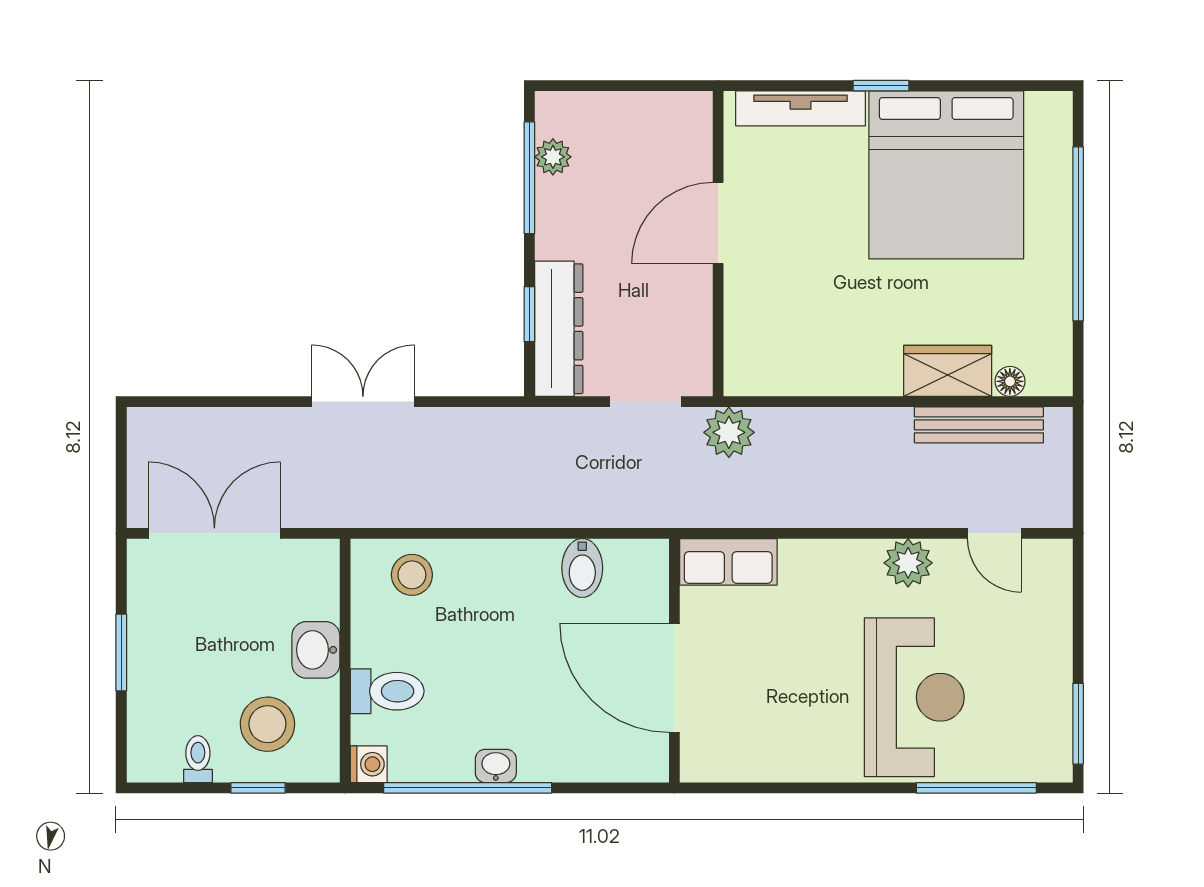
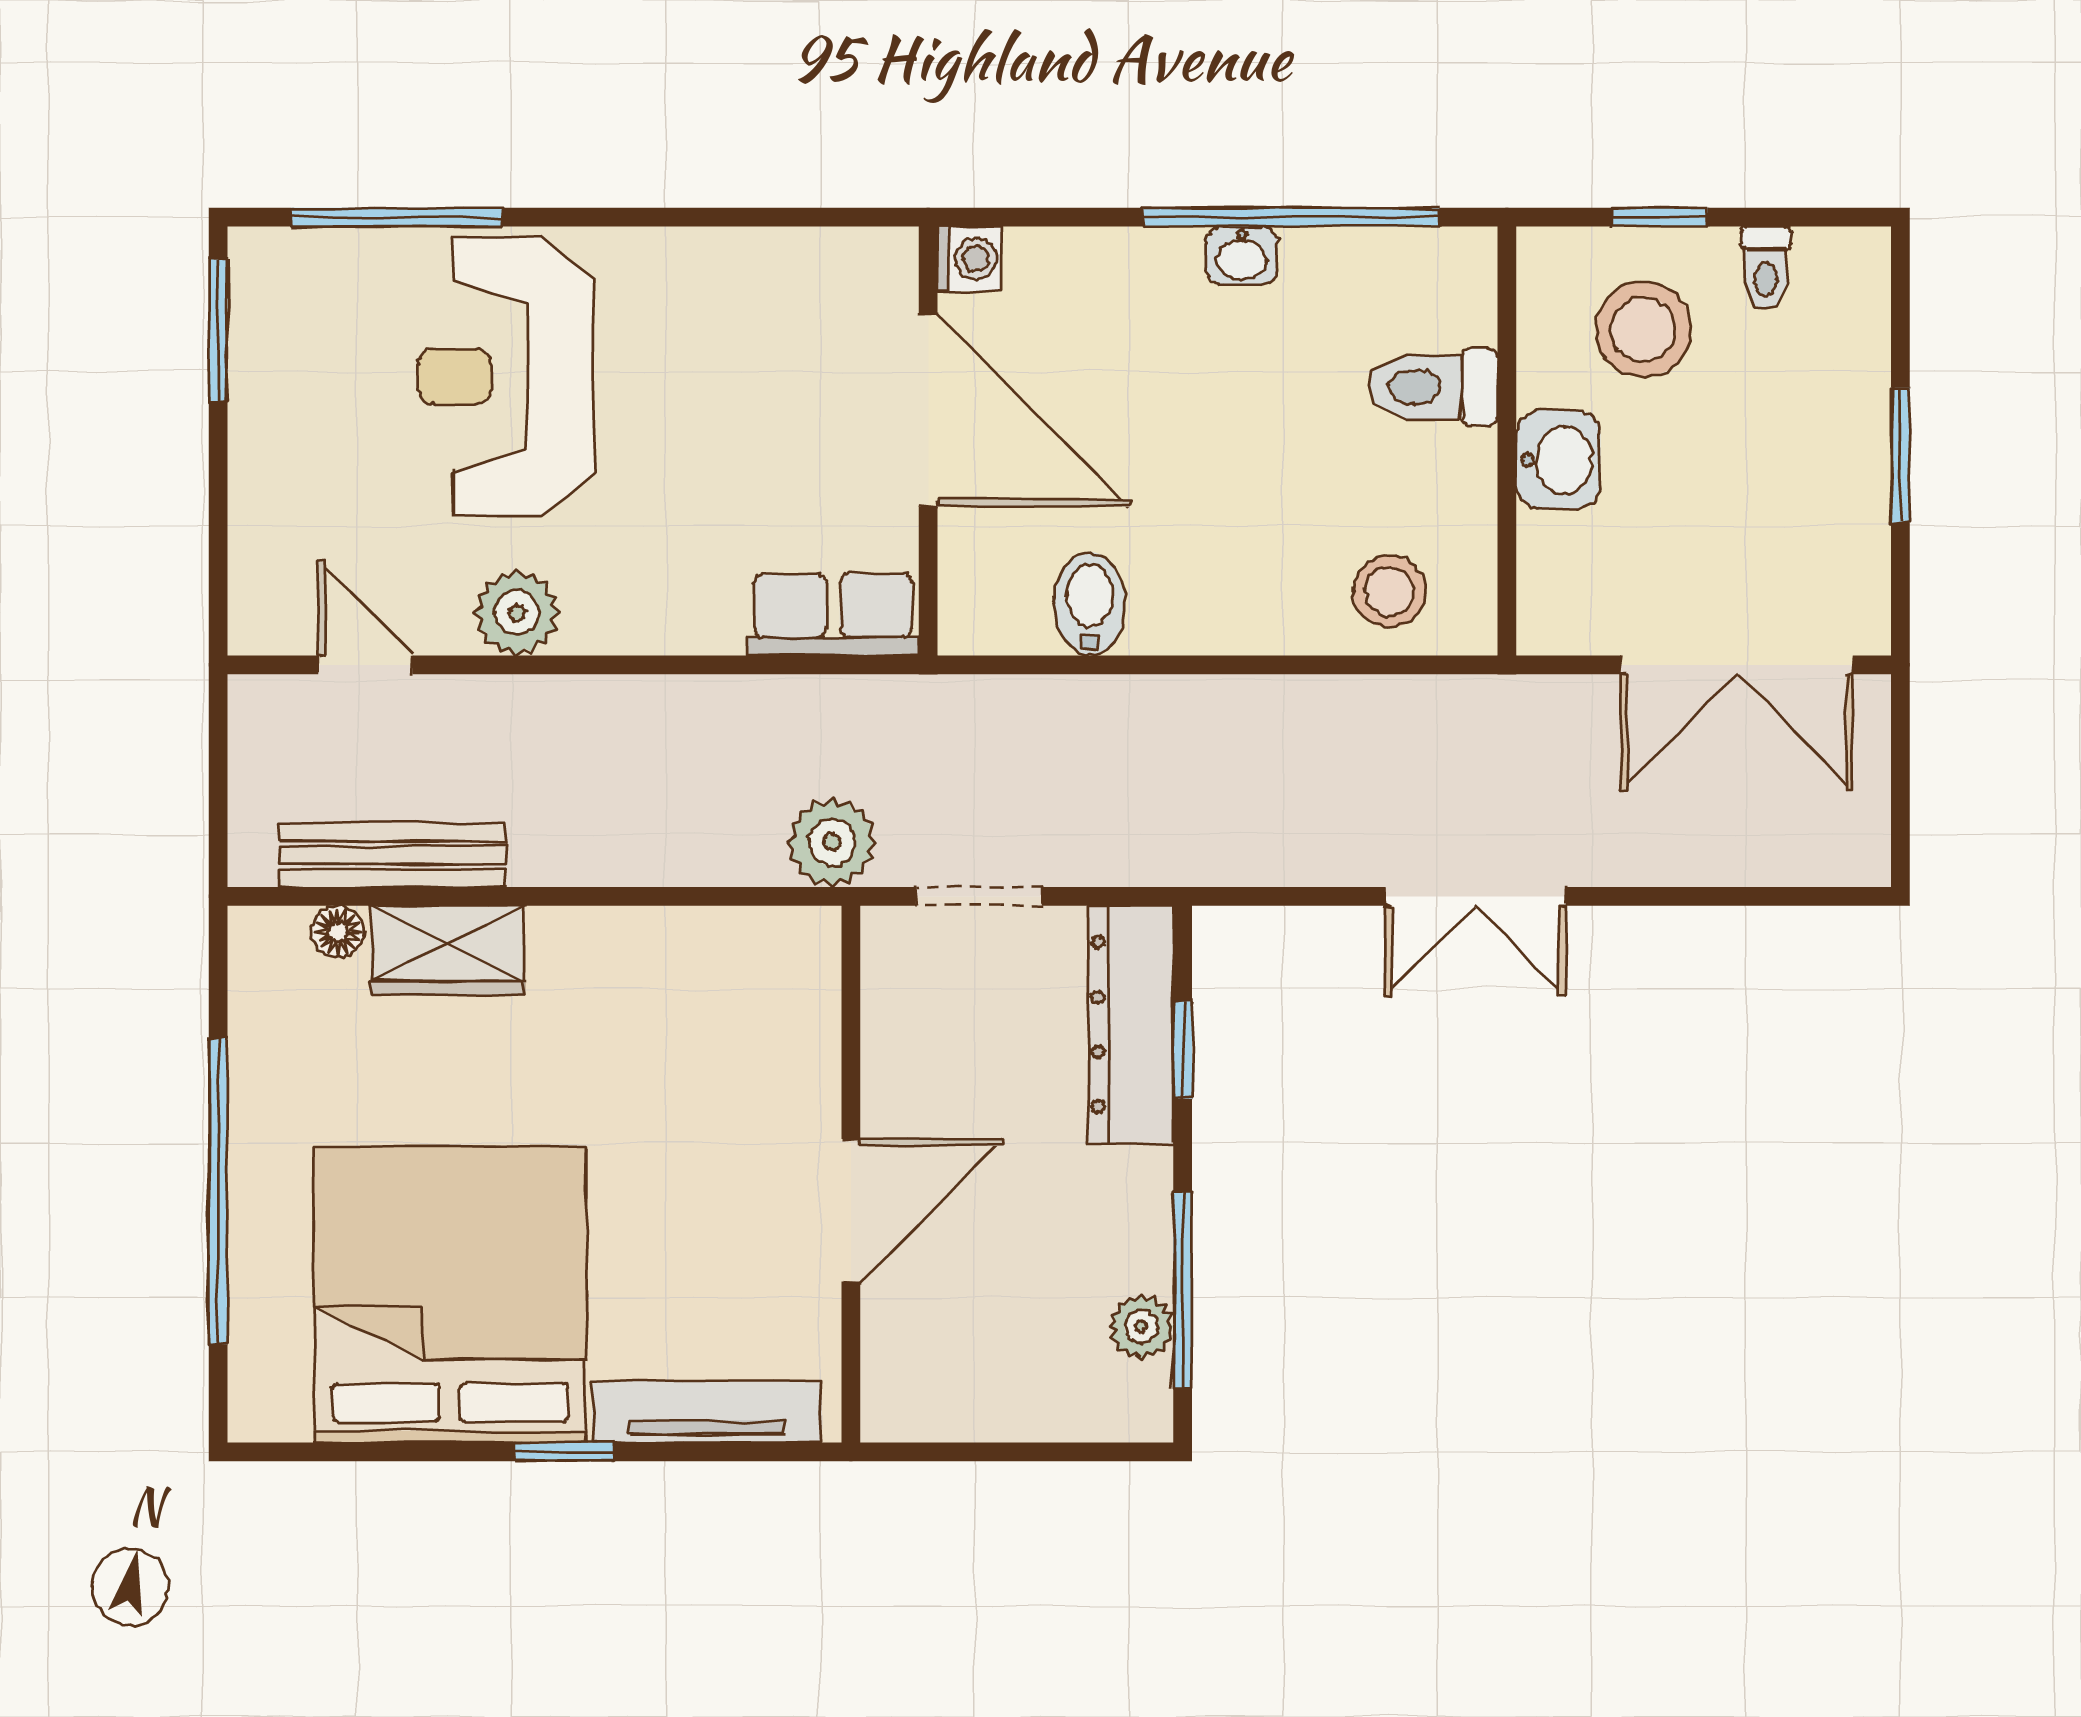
washing machine: (369, 764) -> (970, 259), moved, turned 180

